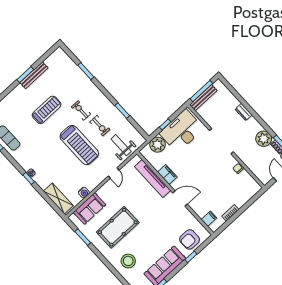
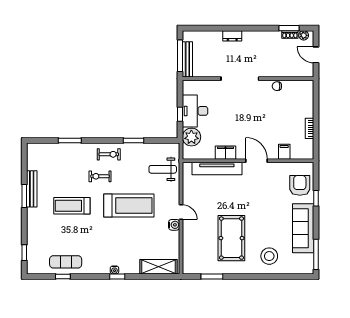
treadmill: (47, 110) -> (72, 206), turned -90
exercise bike: (100, 126) -> (109, 154), moved
desk: (182, 131) -> (195, 111), width x0.73, depth x0.77
plant: (264, 139) -> (272, 40), removed
door: (114, 173) -> (181, 212), moved
water cooler: (84, 193) -> (174, 225), moved
door: (180, 199) -> (257, 161), hinge flipped
sofa: (89, 208) -> (192, 248), removed
filing cabinet: (209, 219) -> (284, 152), moved
armchair: (190, 239) -> (300, 185), turned 180

